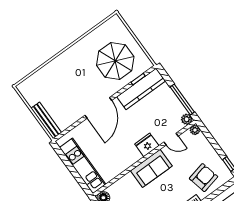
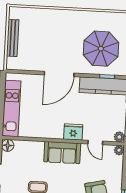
bench: (46, 120) -> (13, 38), moved

